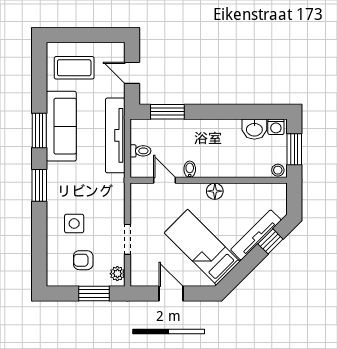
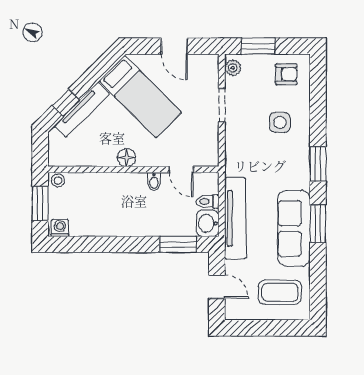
washbasin: (254, 129) -> (208, 223), moved, turned -90
armchair: (83, 260) -> (286, 74), moved

